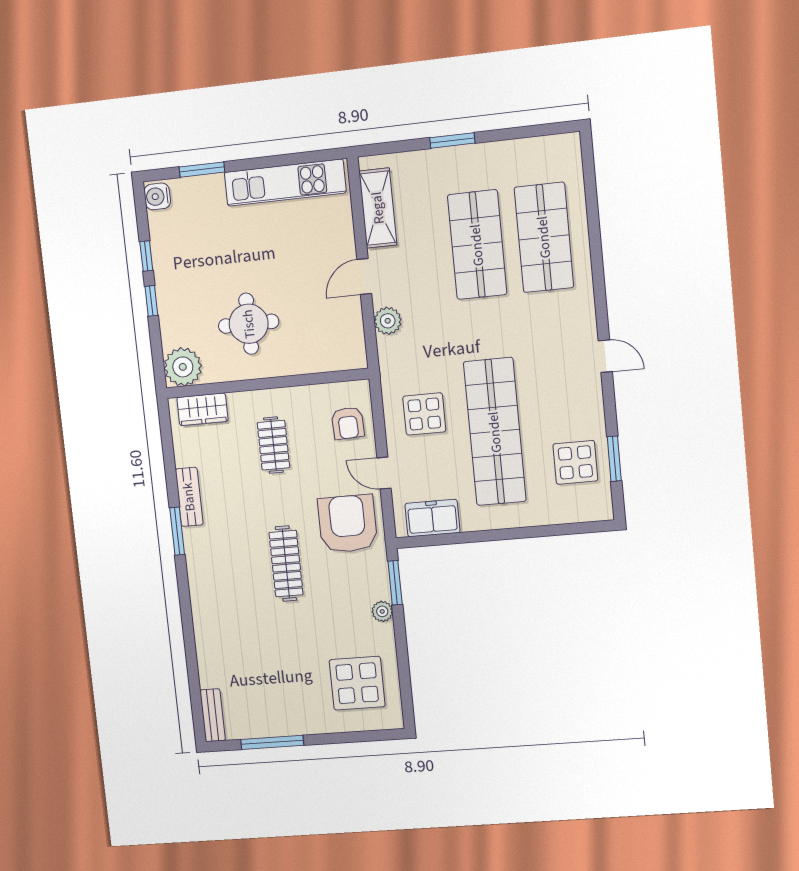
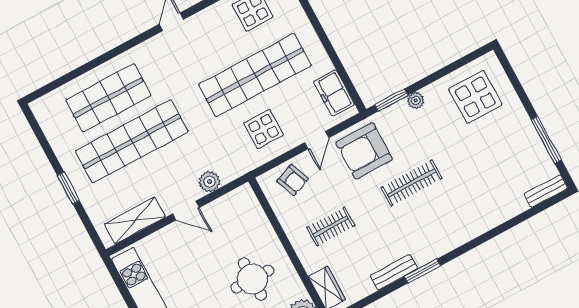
shop shelf: (477, 245) -> (132, 141), width x1.40
armchair: (348, 423) -> (293, 180), turned 71

